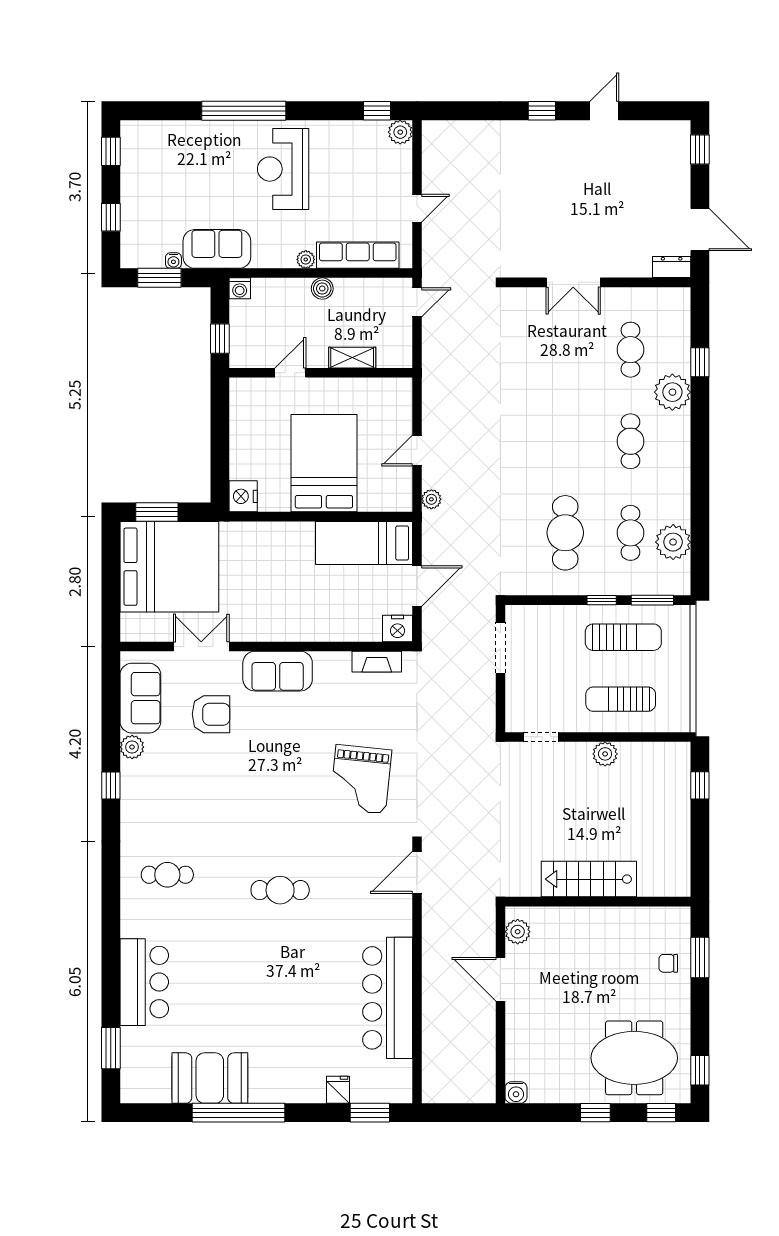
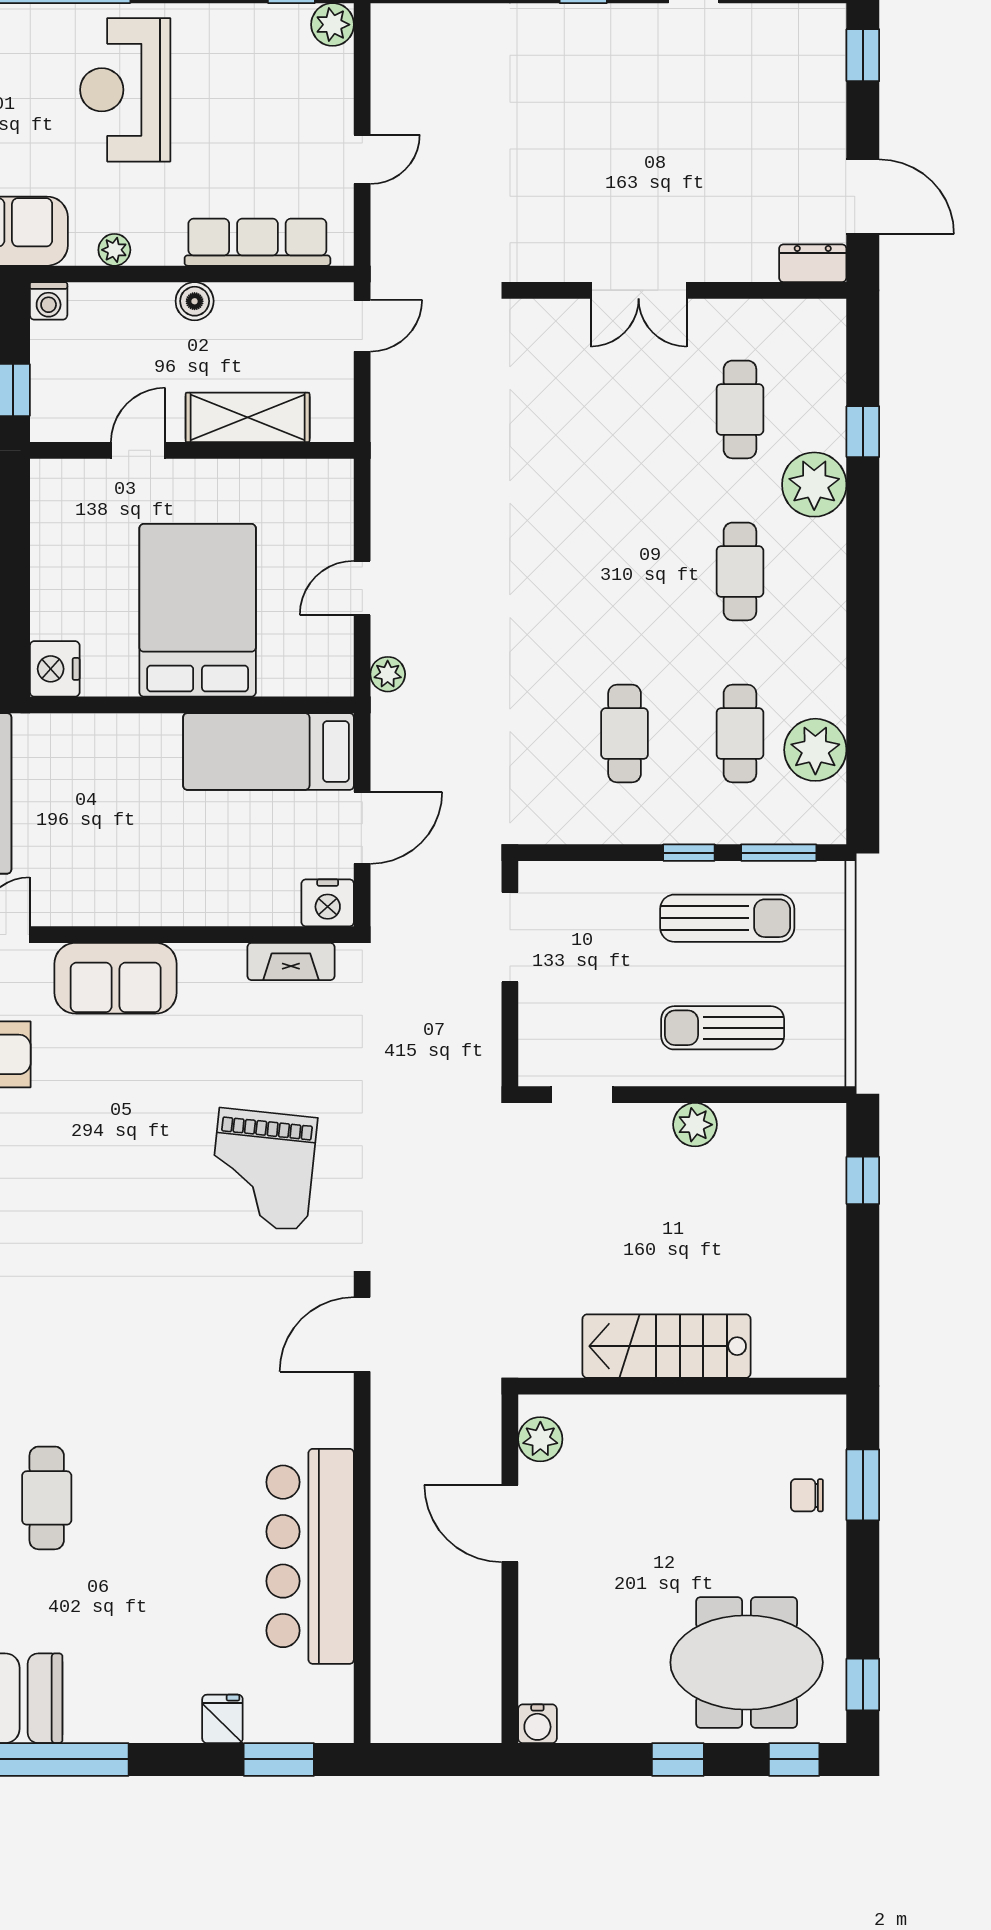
plant: (306, 259) -> (114, 250), moved
shelving: (352, 358) -> (248, 417), width x1.50, depth x1.33
cafe table: (565, 533) -> (625, 734), width x0.73, depth x0.74
cafe table: (280, 890) -> (47, 1498), moved, turned 90

